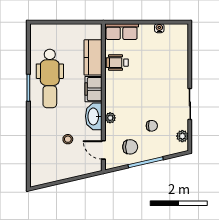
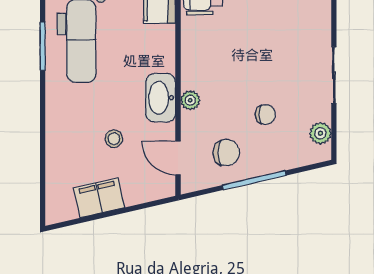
filing cabinet: (94, 89) -> (99, 198), moved, turned 77

